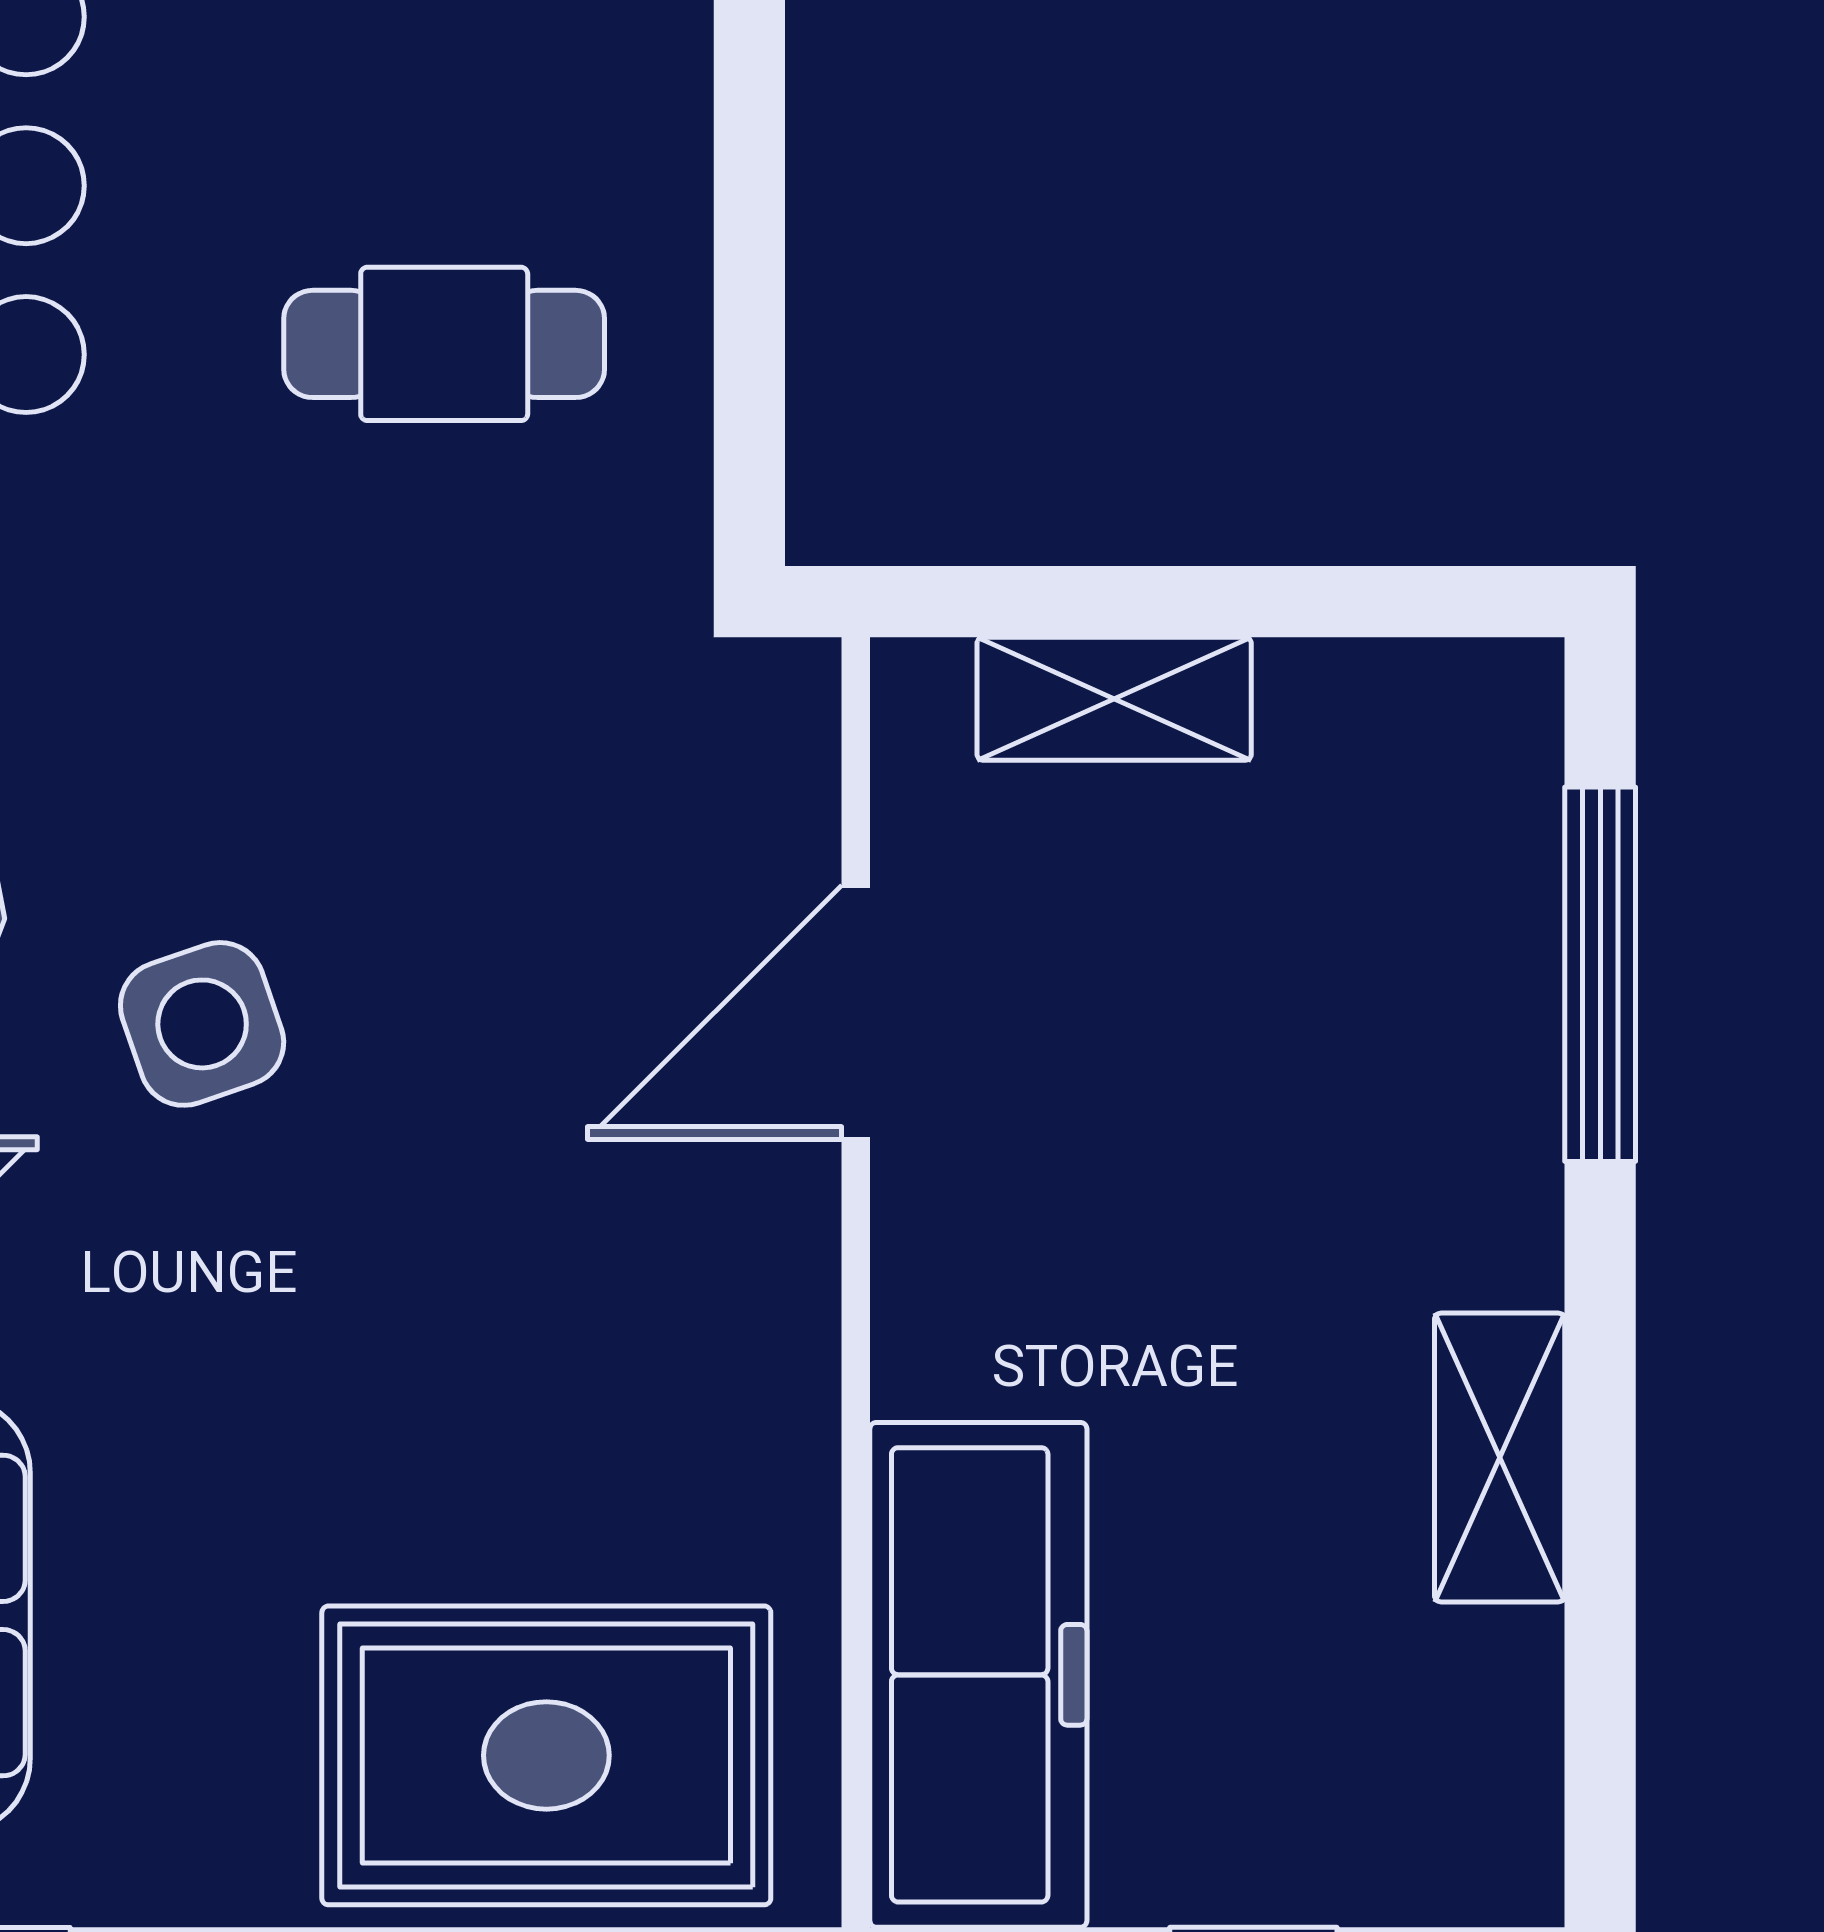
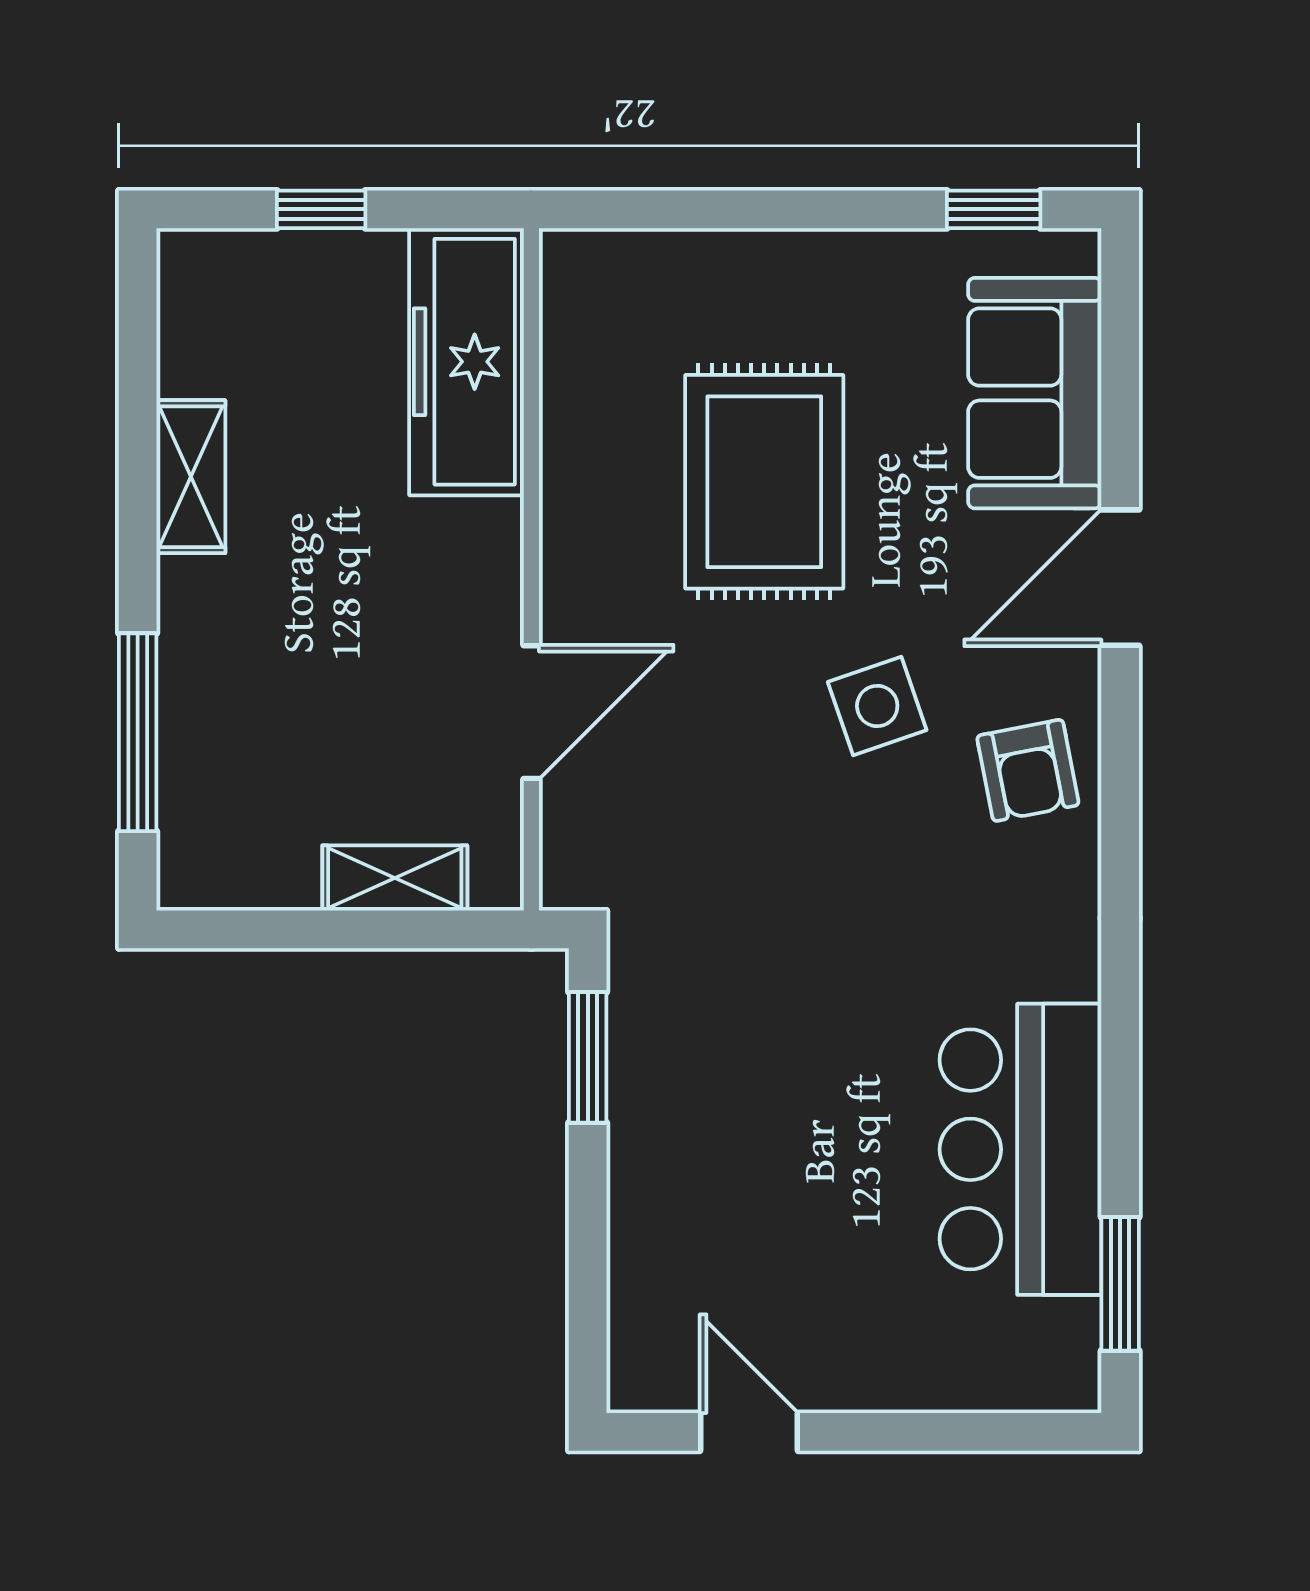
cafe table: (444, 344) -> (749, 1066), removed
window: (749, 360) -> (588, 1057), added
rug: (546, 1755) -> (764, 482), moved, turned 90

